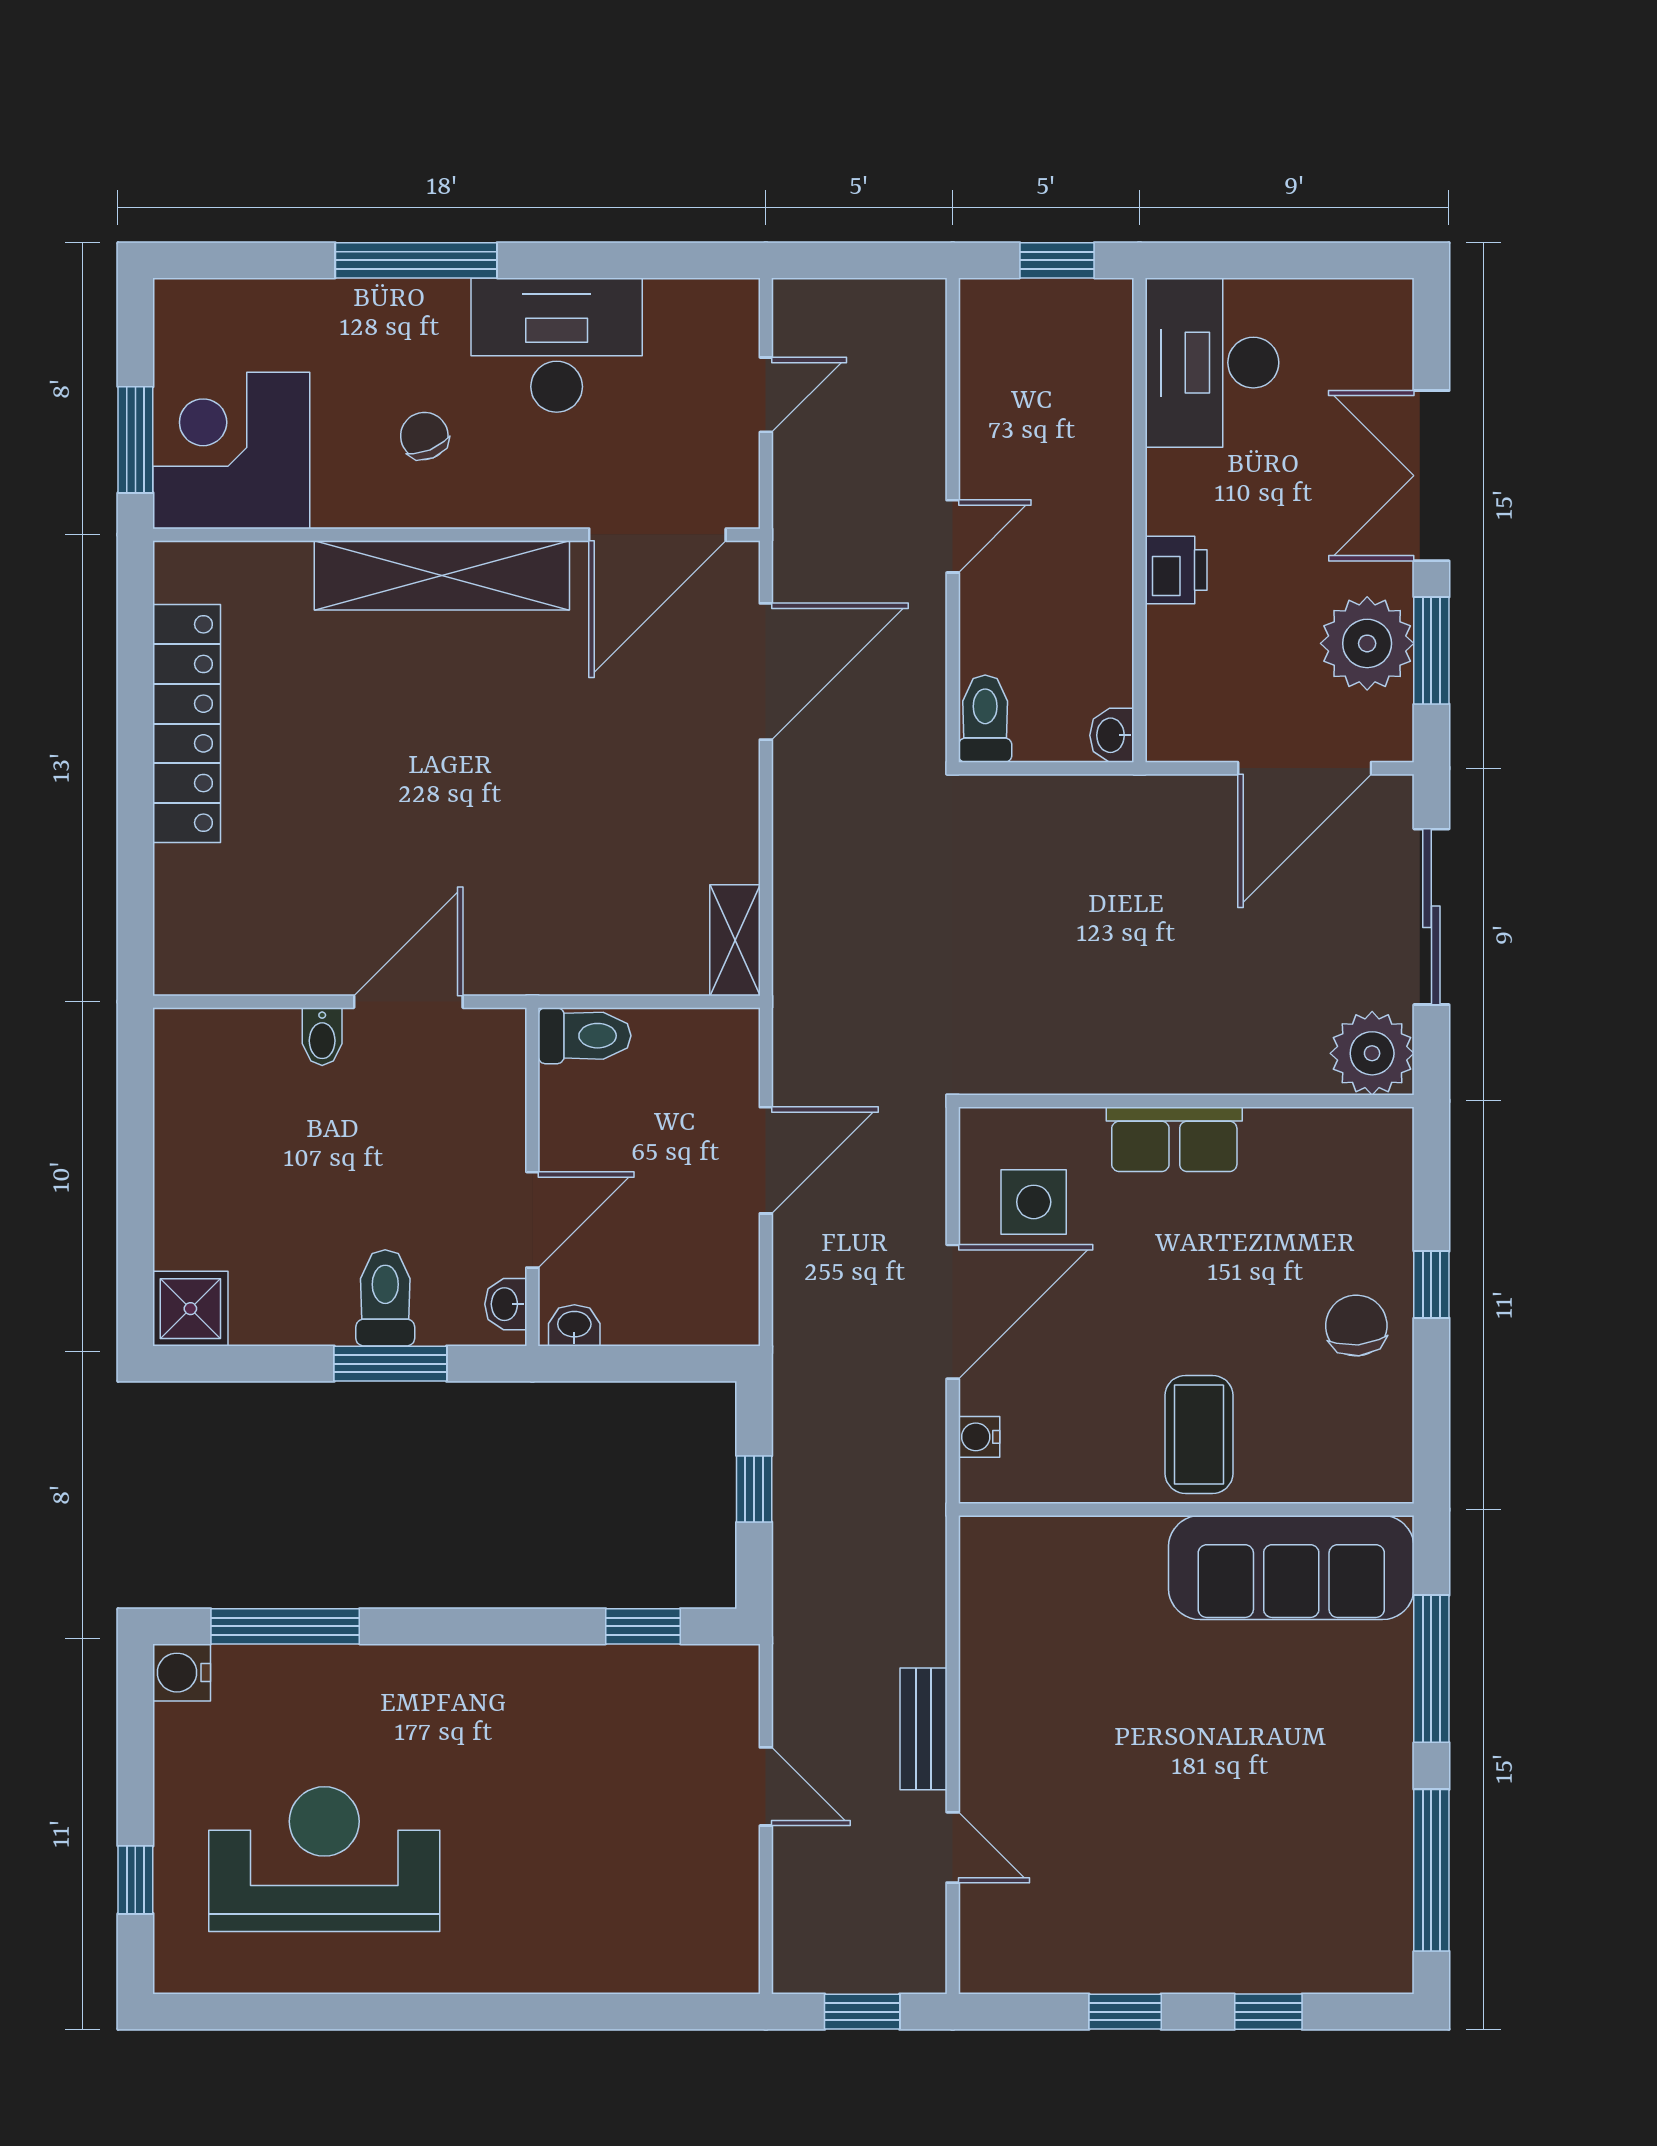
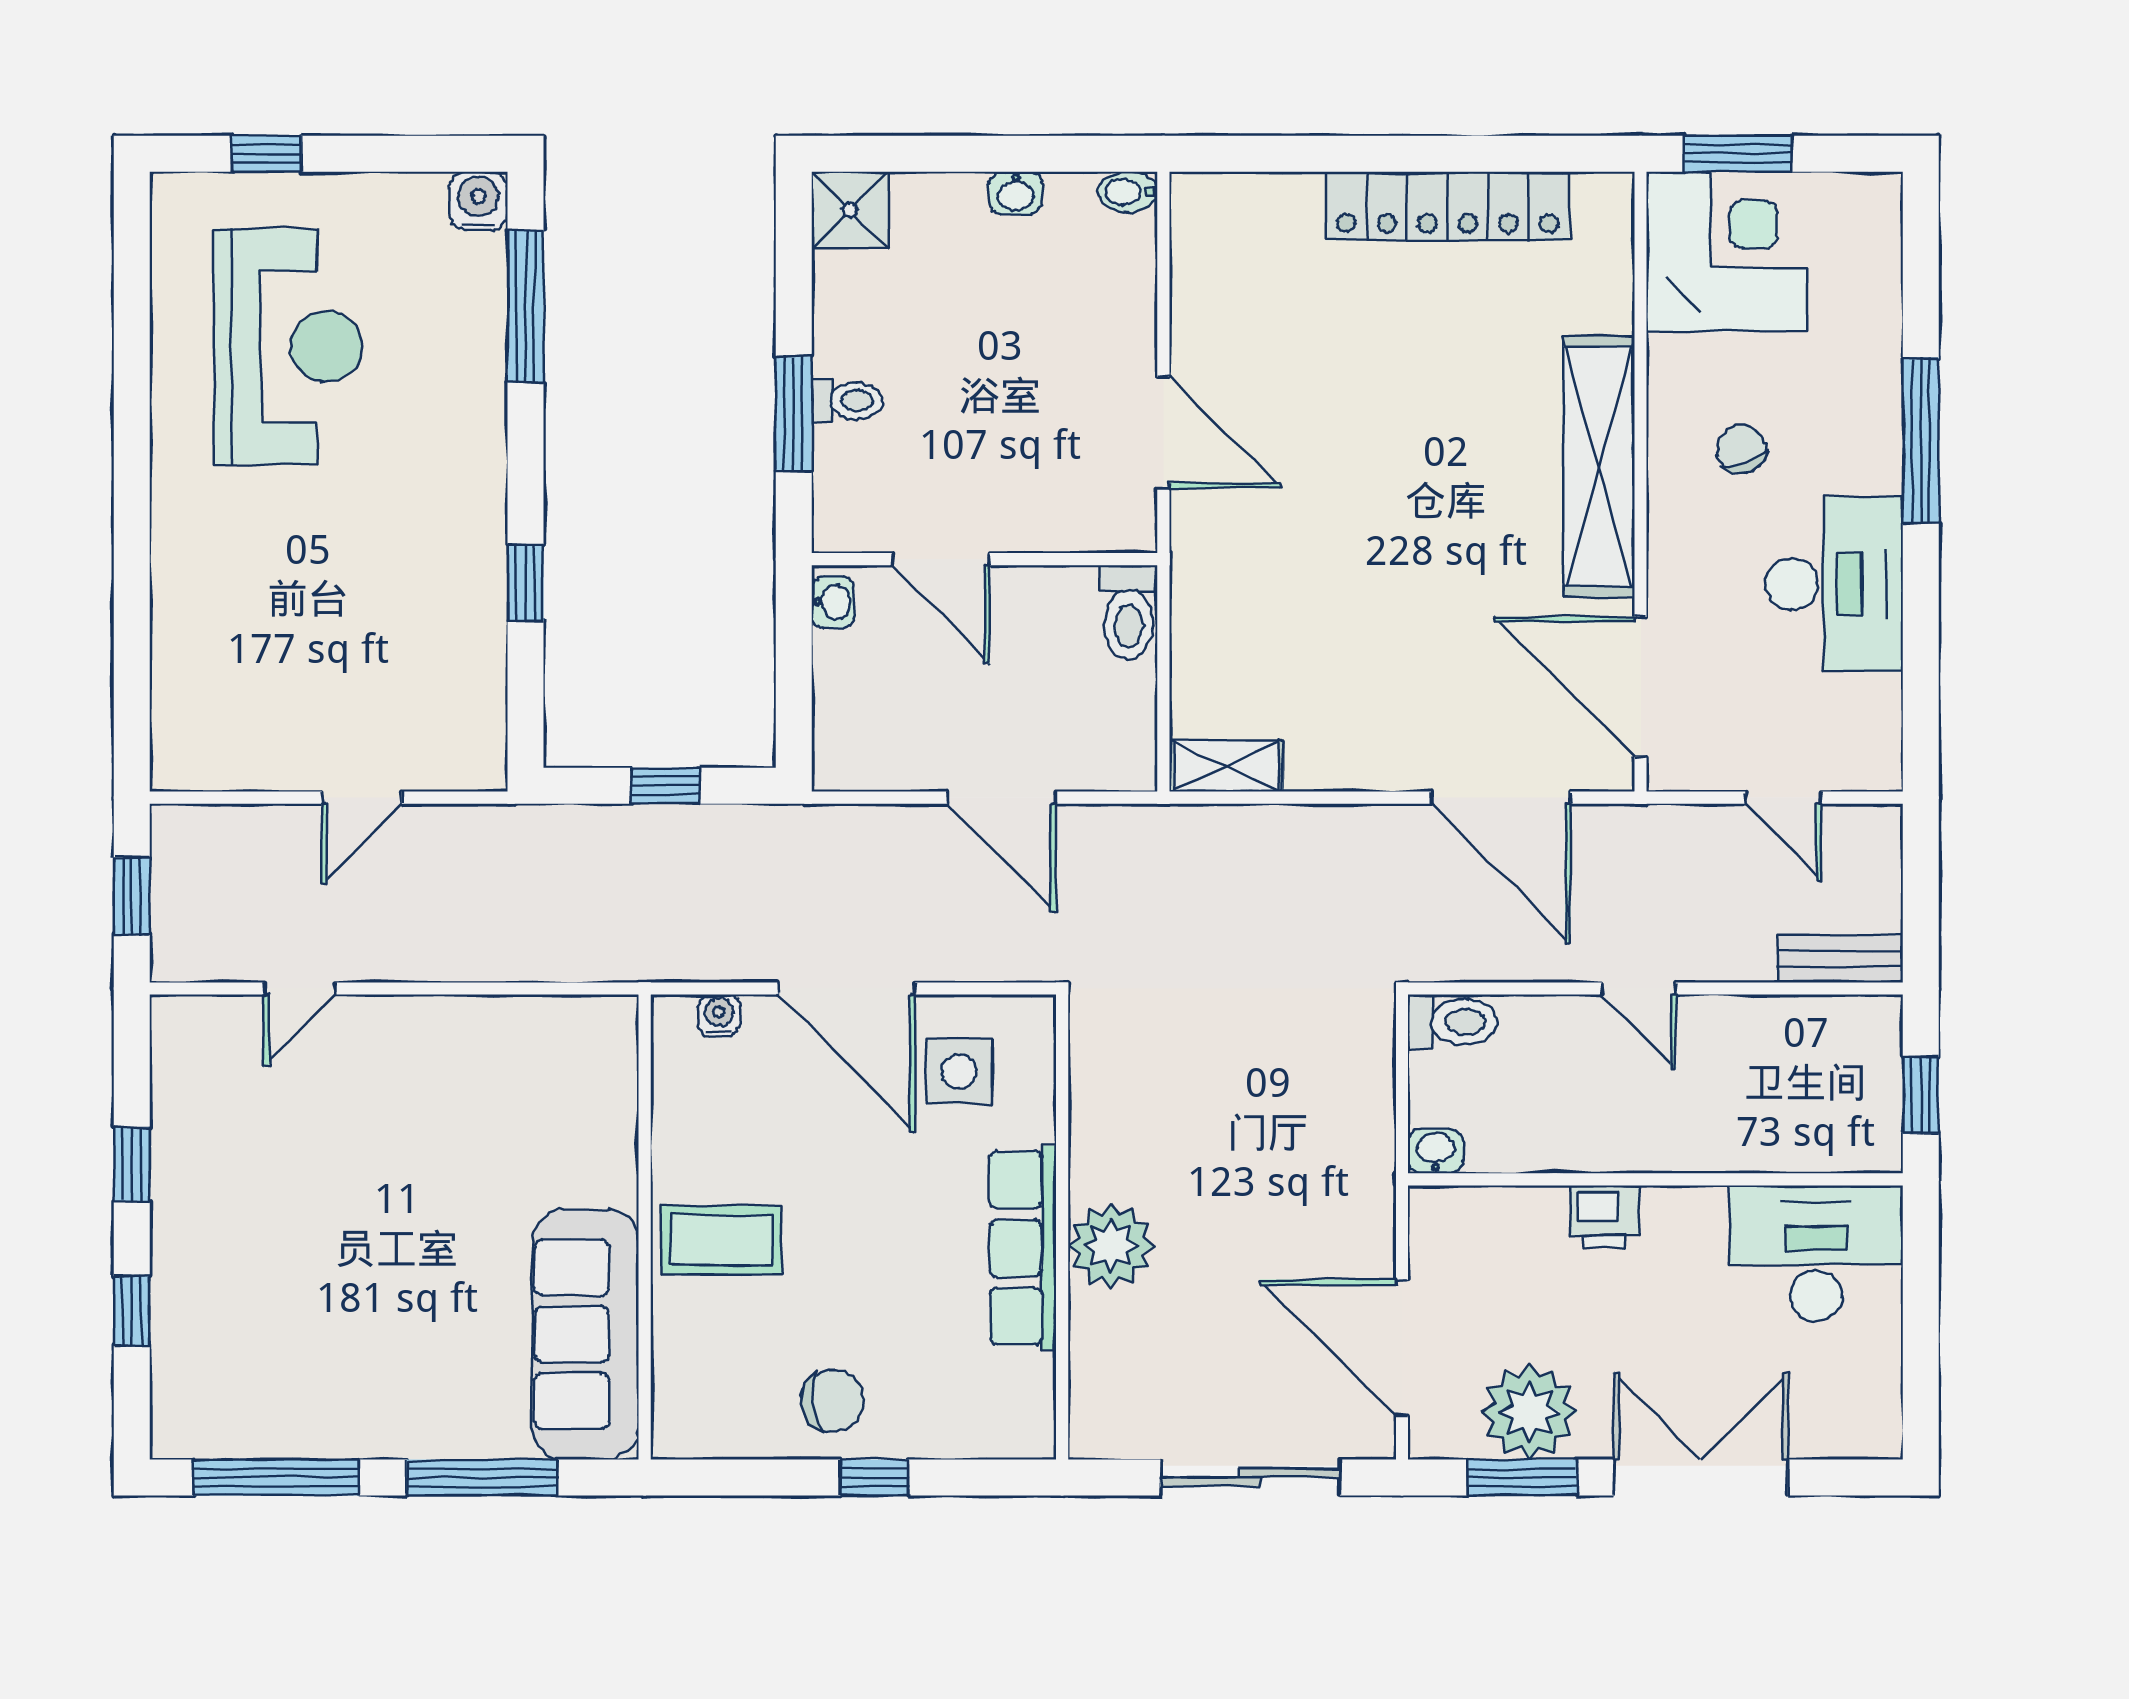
chair: (424, 436) -> (1741, 449), turned -87
bidet: (322, 1037) -> (1128, 192), moved
plant: (1372, 1053) -> (1111, 1246), moved
row of seats: (1174, 1139) -> (1023, 1248), width x1.48
toilet: (385, 1298) -> (847, 401), width x0.73, depth x0.72
washbasin: (506, 1304) -> (1016, 193), moved, turned 180
window: (643, 1626) -> (525, 583), moved
bench: (924, 1729) -> (1840, 959), moved

